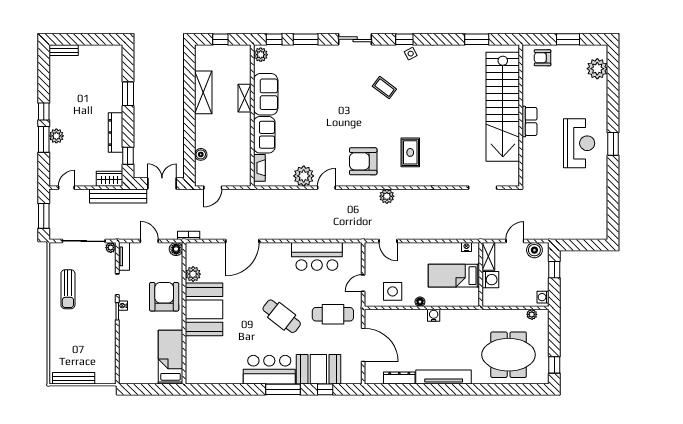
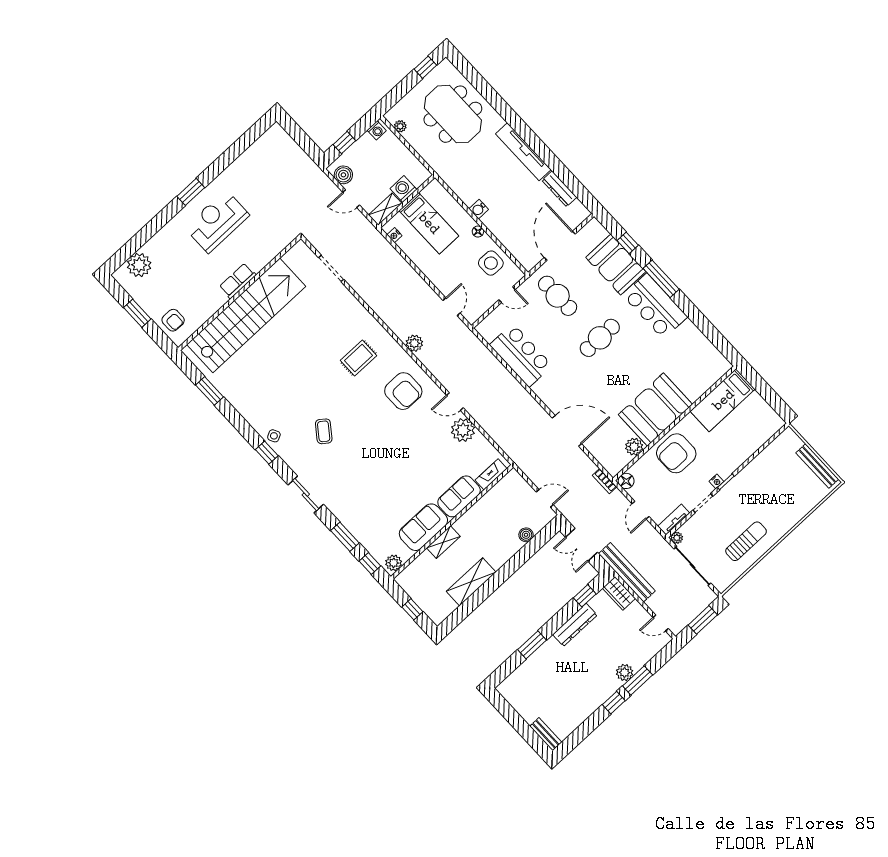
cafe table: (282, 316) -> (600, 338), turned 52

